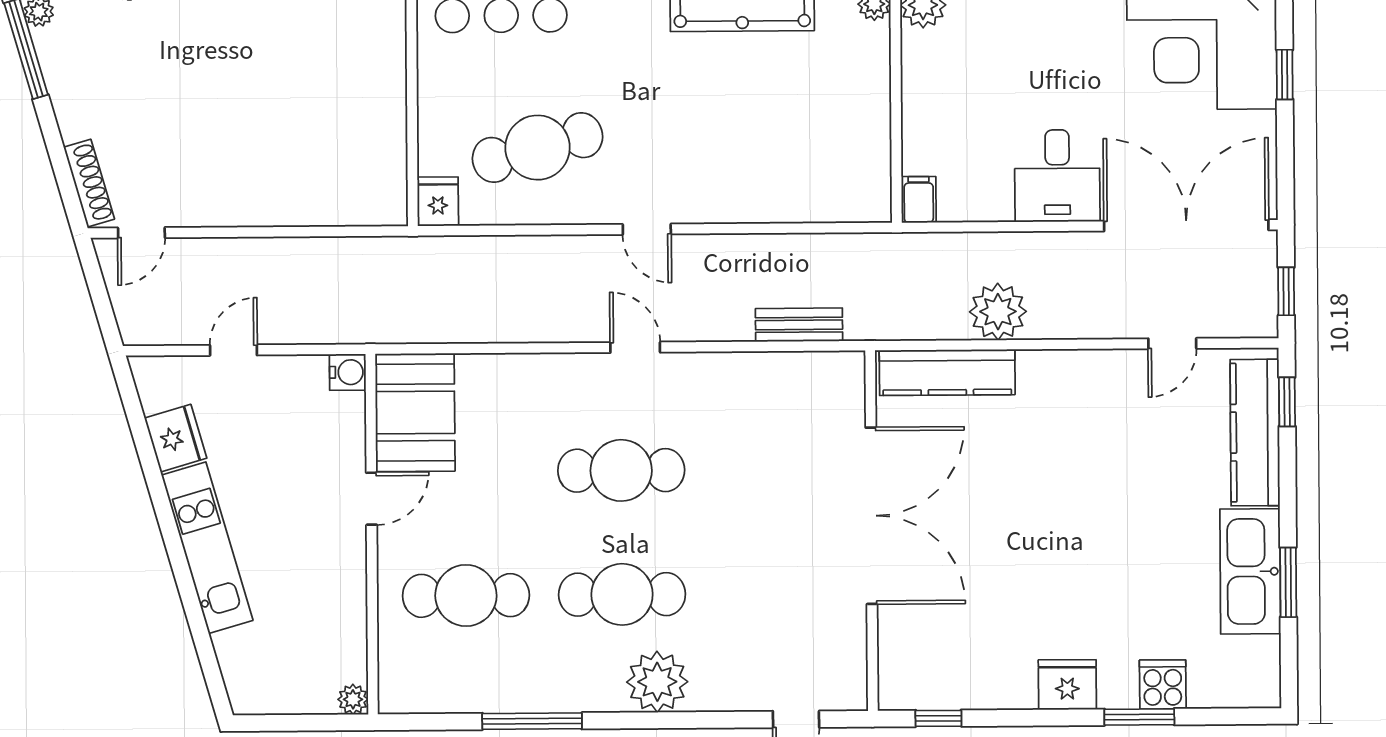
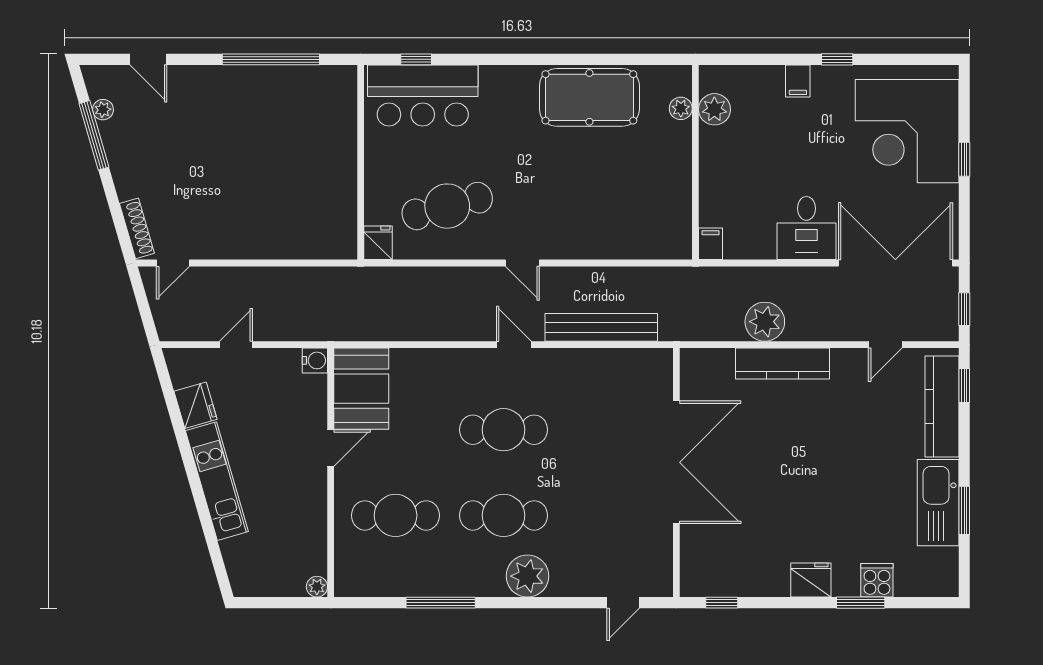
bench: (799, 325) -> (601, 327), width x1.86, depth x1.21
kitchen counter: (947, 372) -> (783, 364), moved

